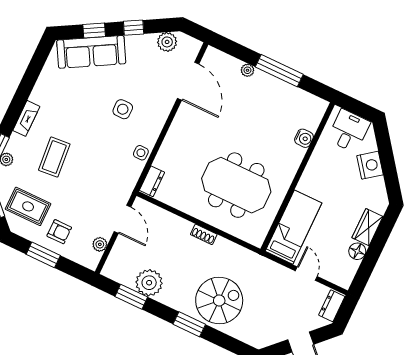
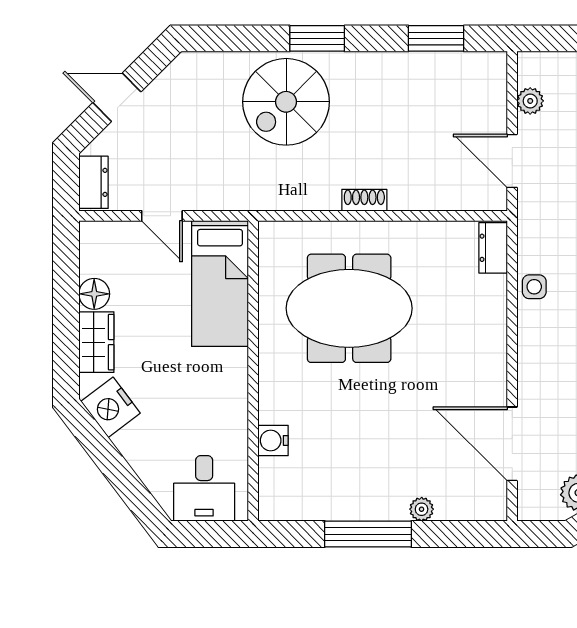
nightstand: (370, 165) -> (111, 407), moved
plant: (149, 283) -> (417, 76), removed

